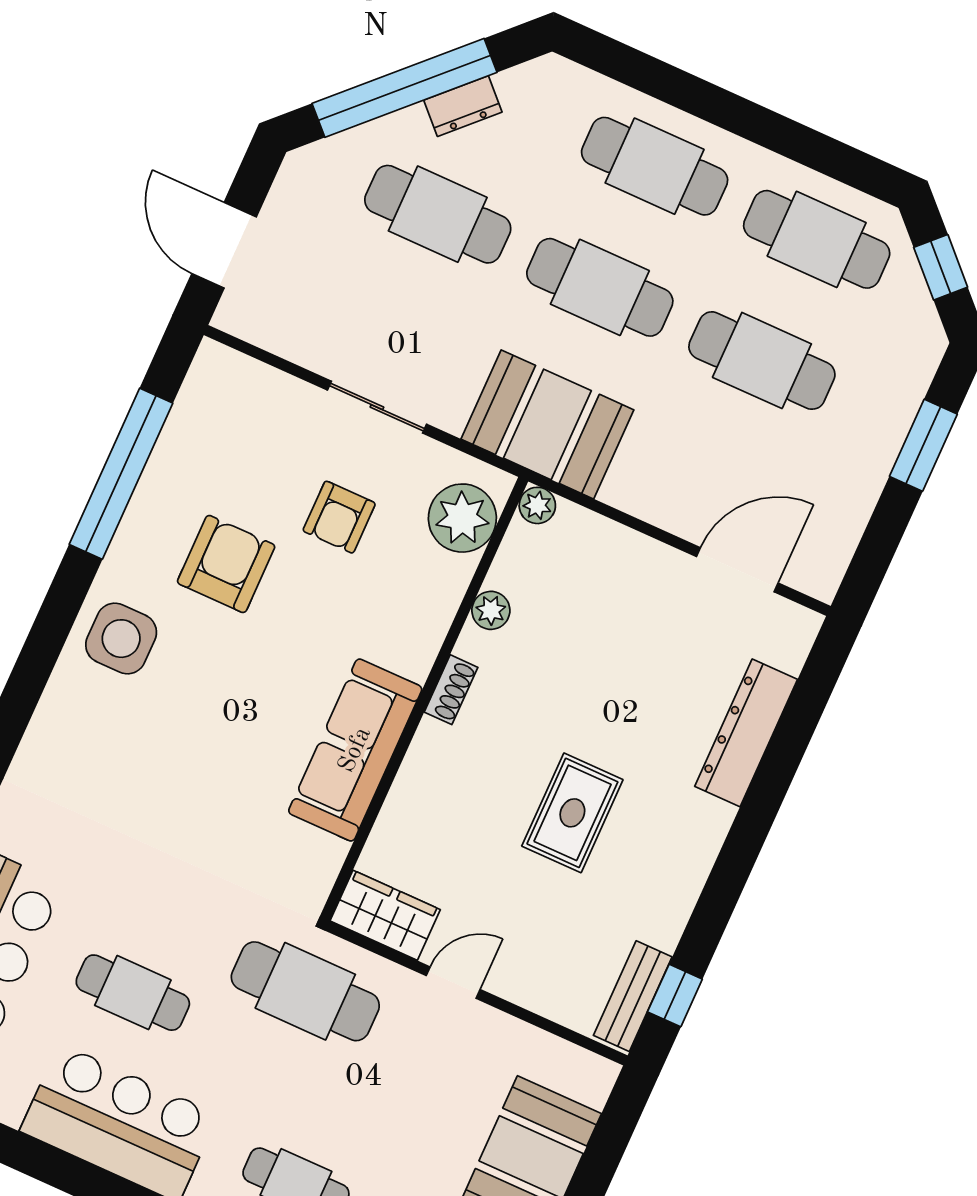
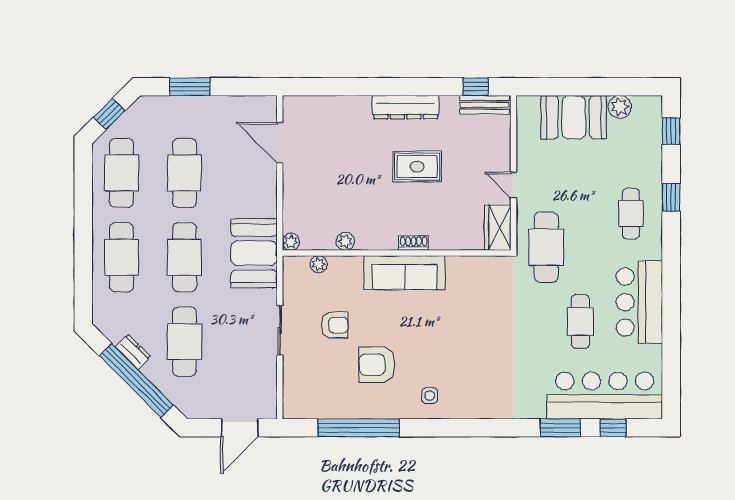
plant: (462, 518) -> (319, 264), width x0.53, depth x0.53
side table: (121, 639) -> (430, 396), width x0.54, depth x0.54
shoe rack: (451, 690) -> (414, 243), moved
dresser: (746, 733) -> (406, 107), moved
sofa: (355, 750) -> (405, 273), moved

